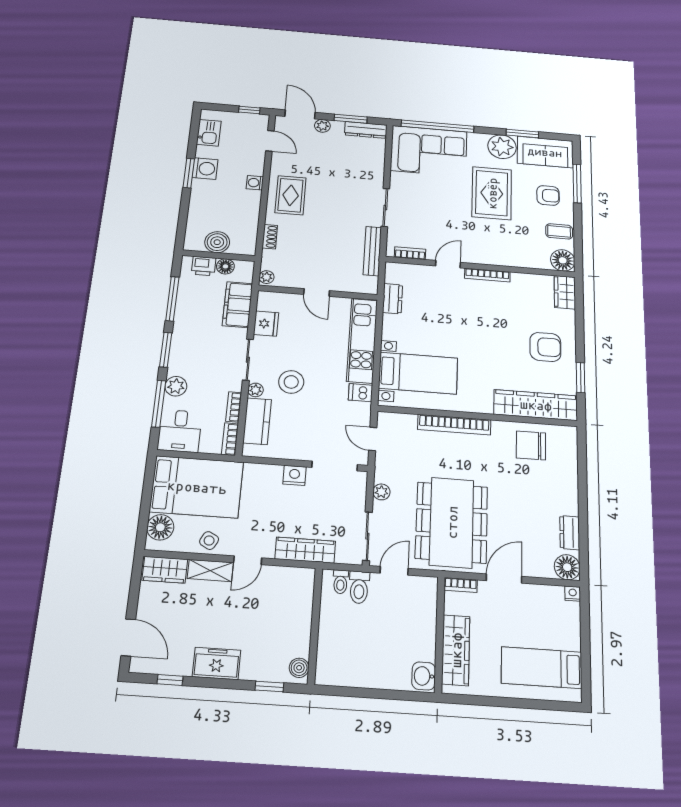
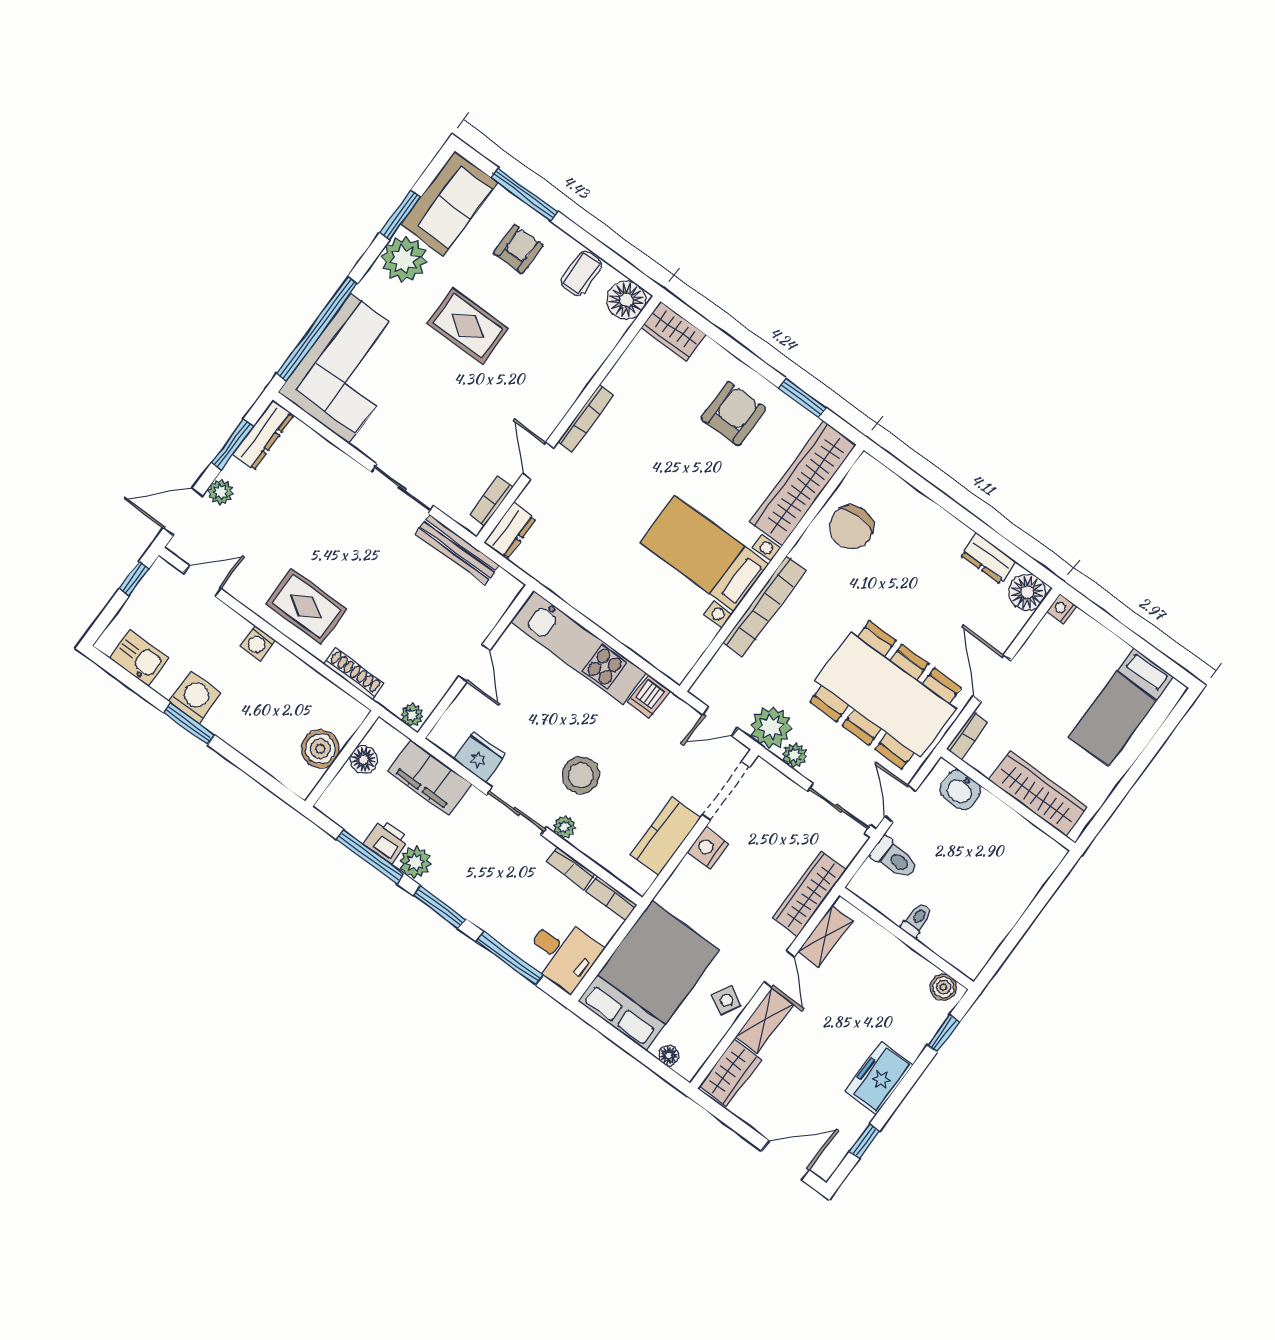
rug: (492, 193) -> (468, 326), width x0.73, depth x0.70
shoe rack: (270, 237) -> (354, 674), width x1.43
printer: (204, 266) -> (387, 841), moved, turned -90
door: (317, 293) -> (474, 663), hinge flipped
dresser: (392, 299) -> (510, 531), moved, turned 90
bed with nightstands: (418, 373) -> (704, 553), moved, turned -90
plant: (176, 386) -> (415, 862), moved
kitchen counter: (257, 421) -> (665, 836), moved, turned -90
plant: (389, 469) -> (771, 727), added
floor lamp: (160, 527) -> (669, 1055), width x0.53, depth x0.53
shelving: (285, 575) -> (825, 936), added
toilet: (340, 582) -> (917, 920), moved, turned -90
washbasin: (424, 676) -> (960, 790), moved

